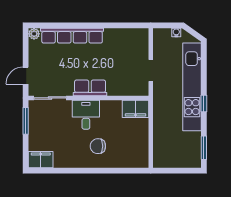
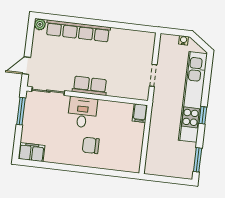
filing cabinet: (136, 109) -> (140, 113), width x0.50

